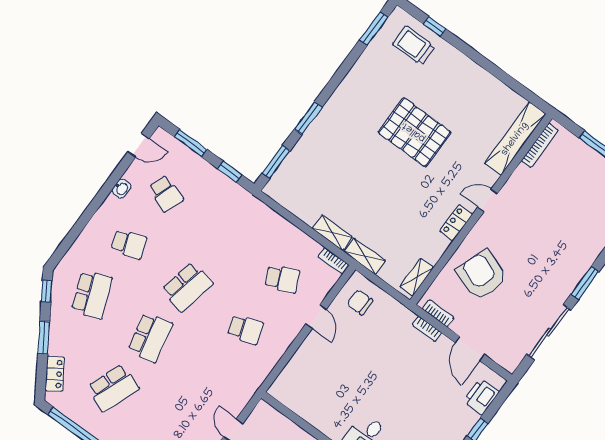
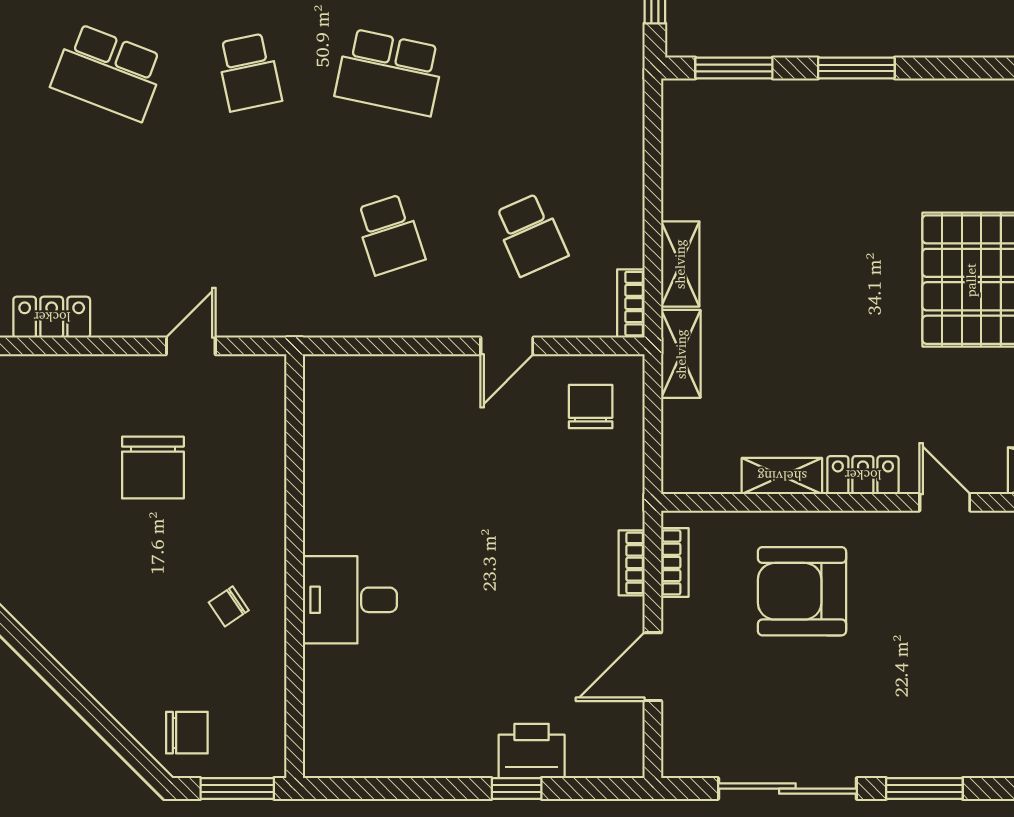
armchair: (482, 275) -> (802, 591), turned -110
shelving: (417, 277) -> (782, 476), moved
school desk: (150, 337) -> (249, 72), width x0.54
printer: (481, 396) -> (532, 751), moved

